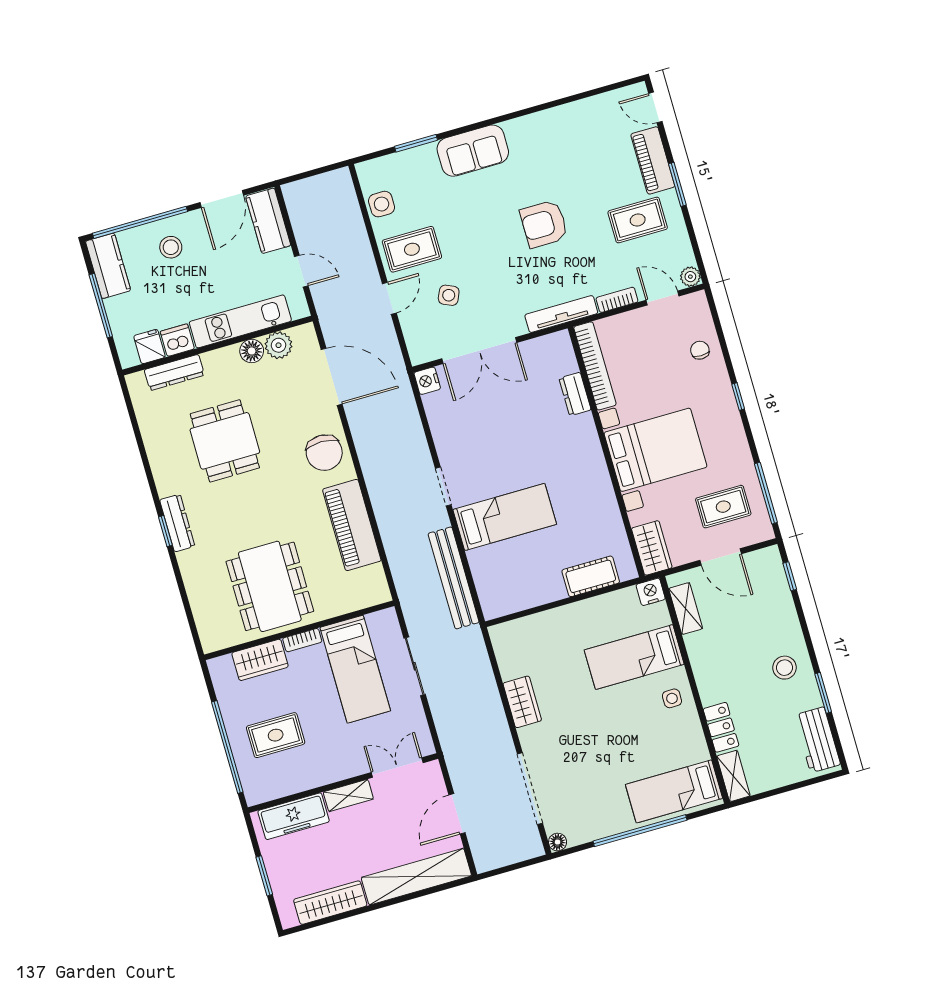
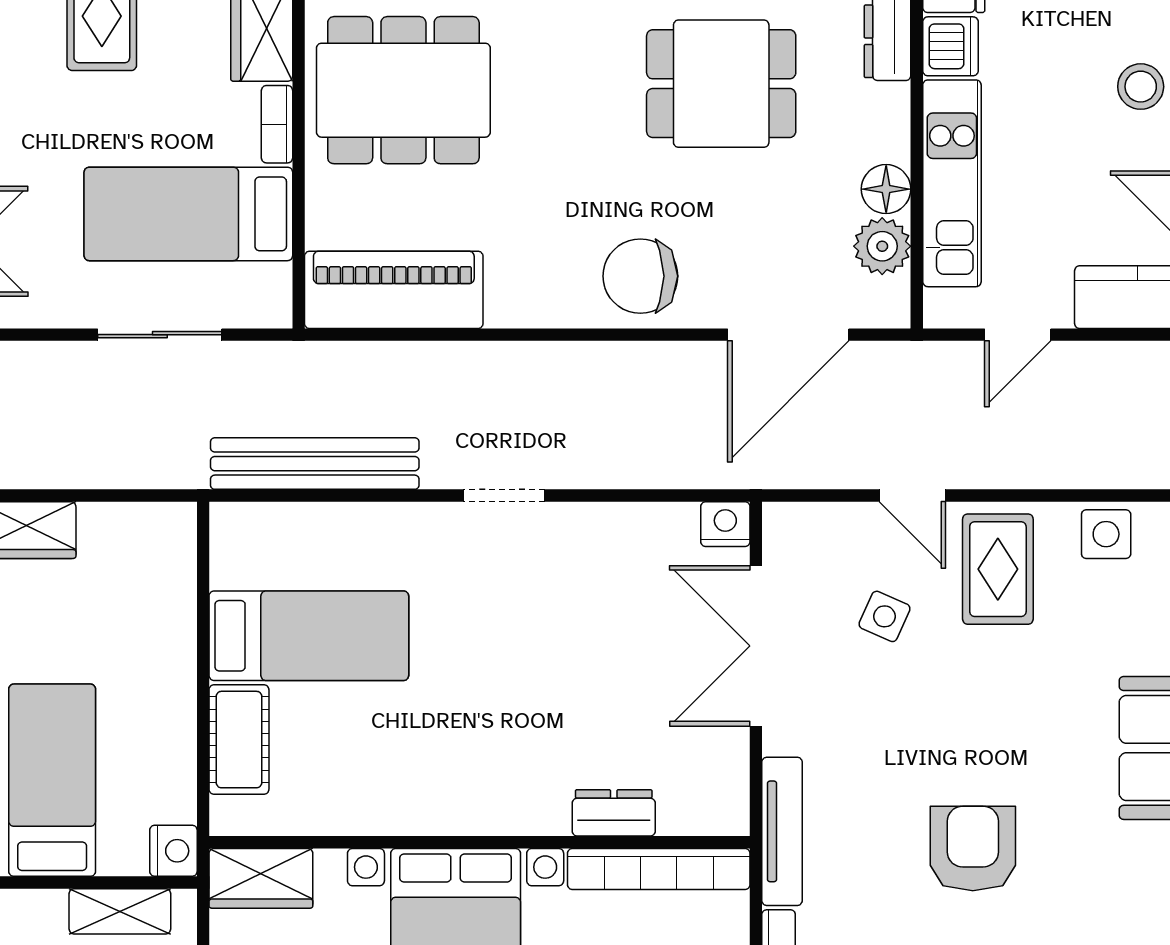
bed: (505, 517) -> (309, 636), moved, turned -90
piano: (352, 525) -> (394, 290), moved

